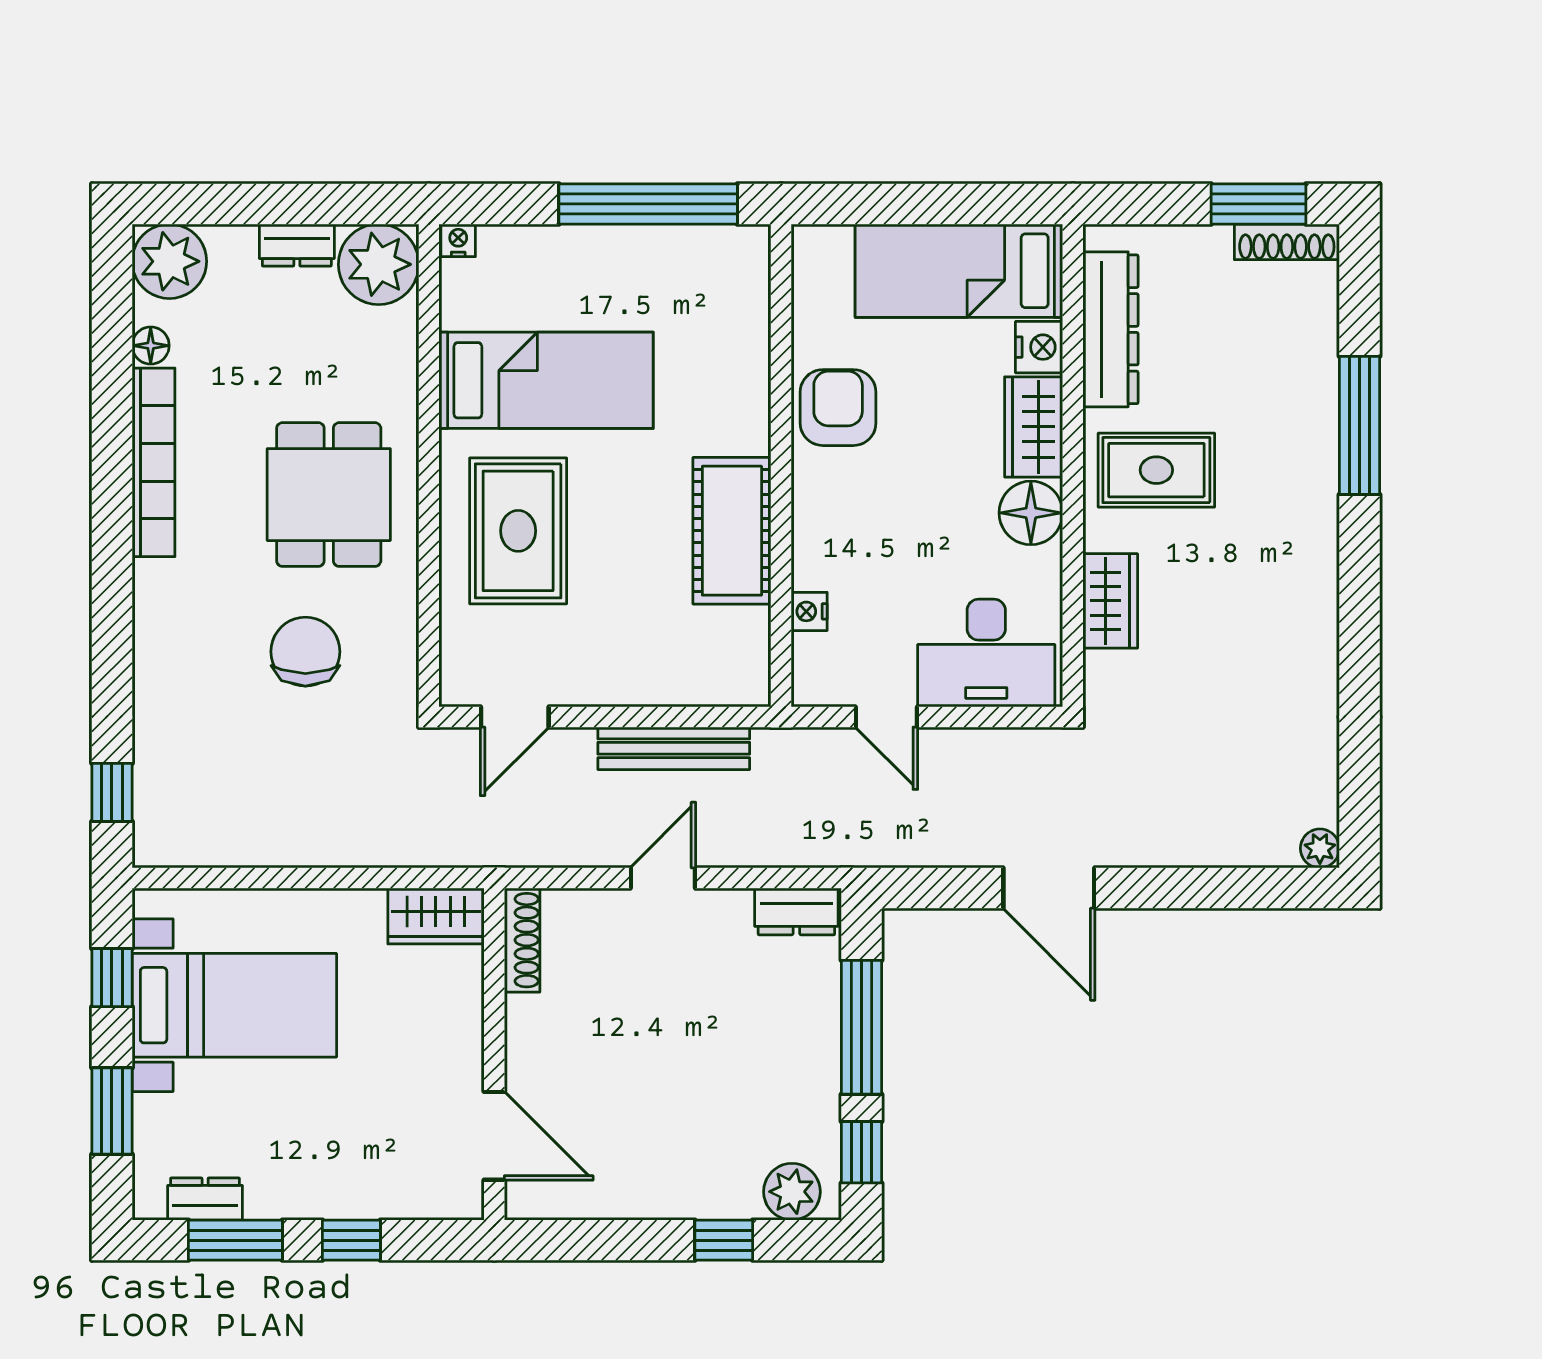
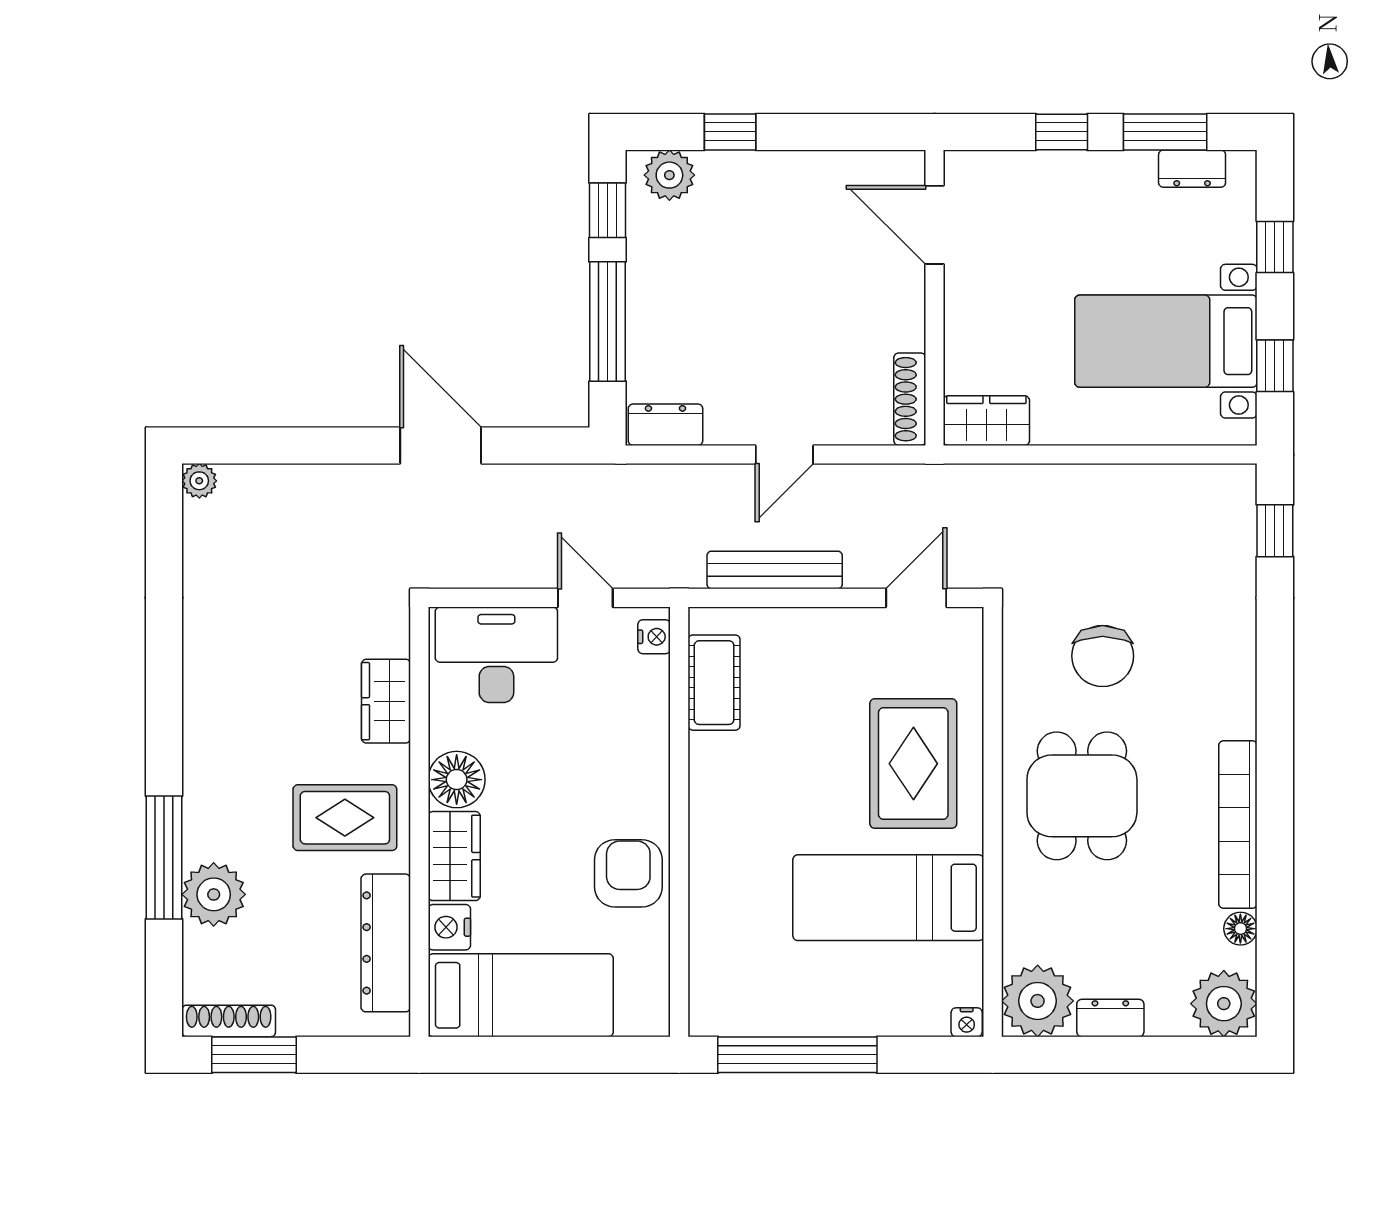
plant: (1304, 384) -> (214, 894), added
armchair: (838, 408) -> (628, 873), turned 180
cot: (732, 531) -> (714, 683), moved, width x0.73, depth x0.75
nightstand: (809, 611) -> (654, 637), moved
window: (112, 1111) -> (1275, 247), width x0.67

